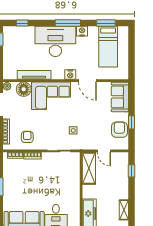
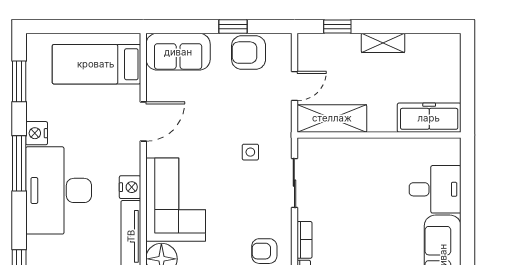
bed: (108, 47) -> (96, 64), moved, turned 180
nightstand: (70, 75) -> (130, 187), moved
shelving: (124, 210) -> (383, 43), moved

